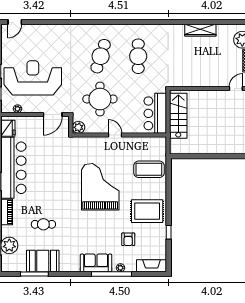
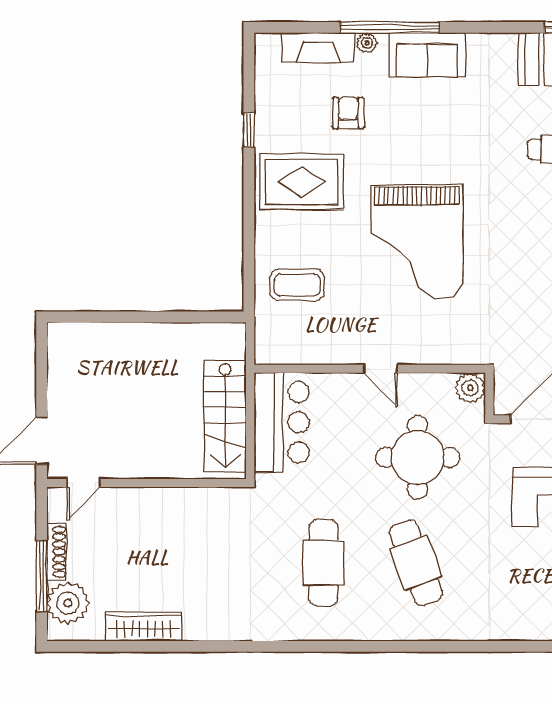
wardrobe: (200, 30) -> (144, 626), moved
cafe table: (101, 56) -> (416, 563), turned -39
coffee table: (149, 169) -> (297, 285), width x0.73, depth x0.76
fireplace: (152, 266) -> (318, 48), moved

